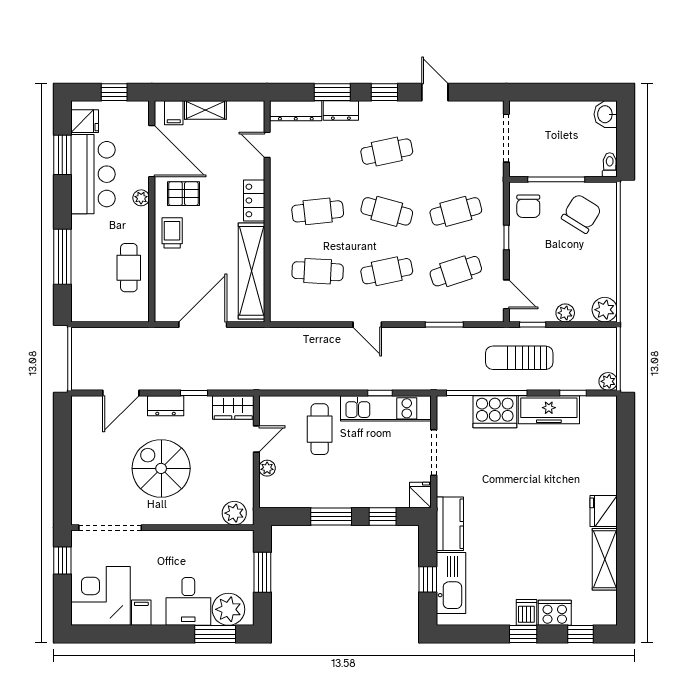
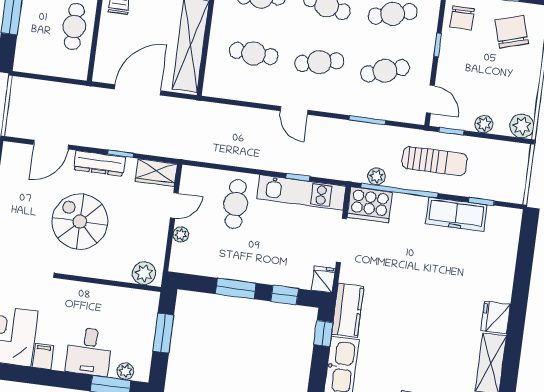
chair: (581, 214) -> (512, 32), turned -49
sun lounger: (519, 358) -> (435, 161), turned 180
plant: (608, 381) -> (376, 176), moved
dresser: (166, 406) -> (99, 163), width x1.44
cooker: (495, 412) -> (370, 205), moved
window: (428, 579) -> (323, 333), moved
plant: (228, 609) -> (125, 371), width x0.53, depth x0.53

